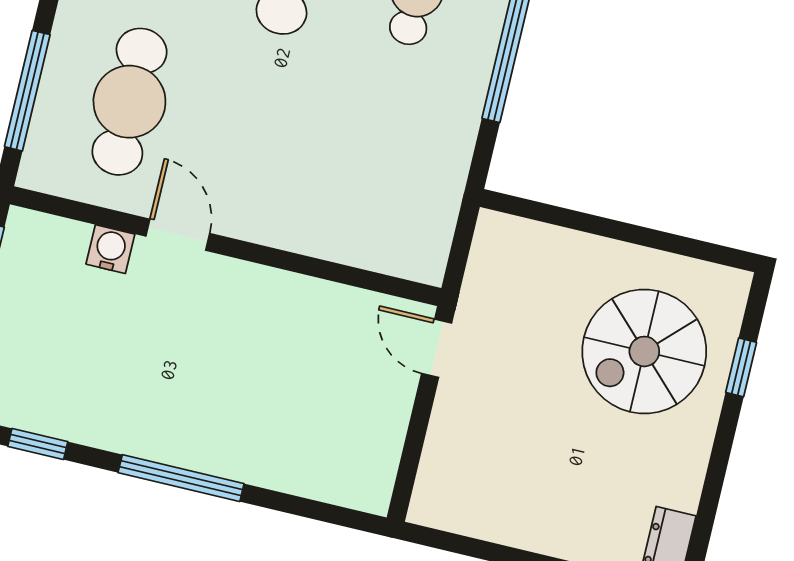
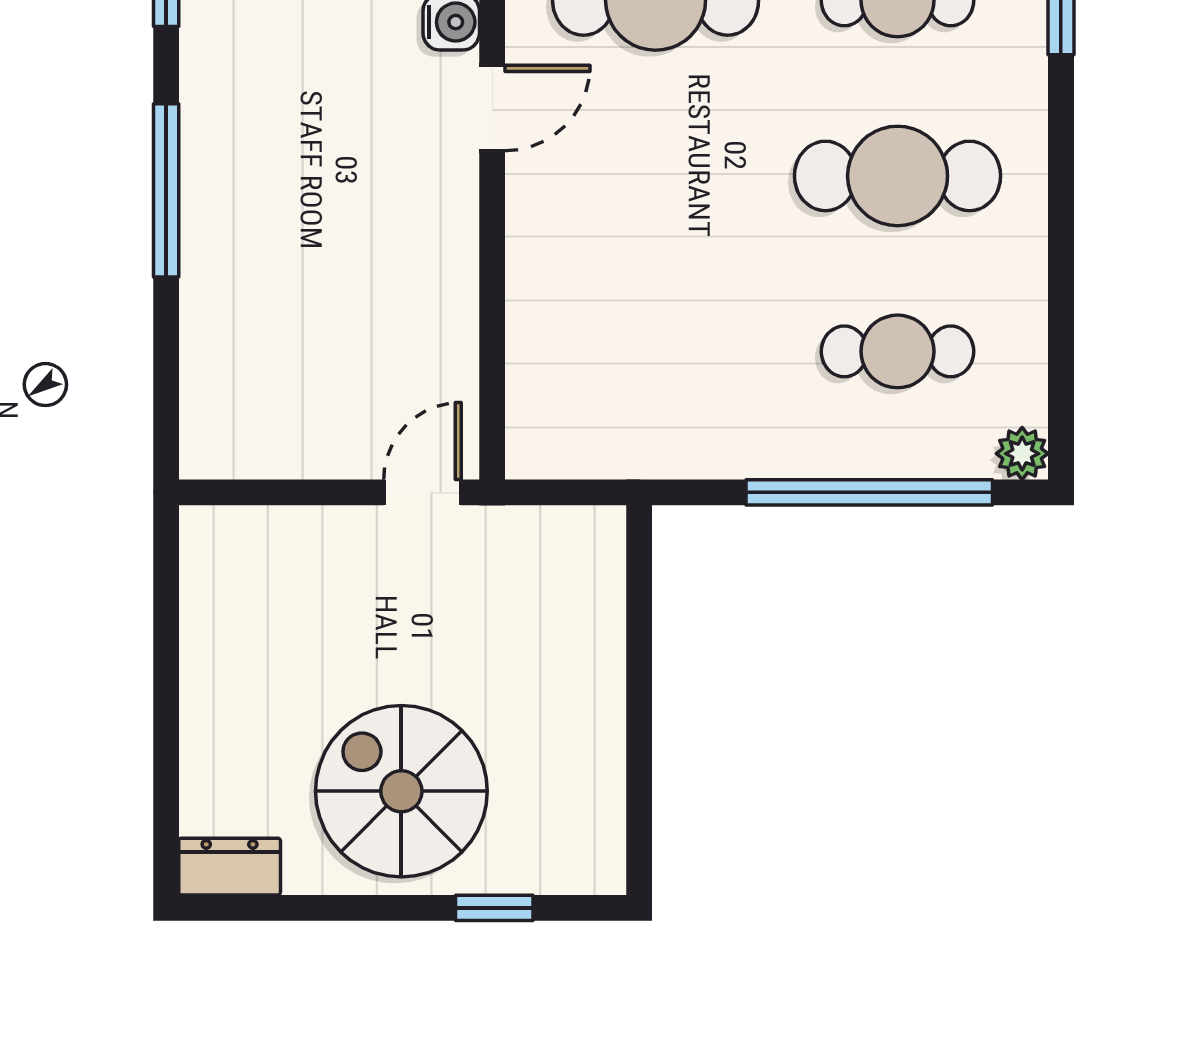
spiral stairs: (644, 351) -> (401, 791), moved

